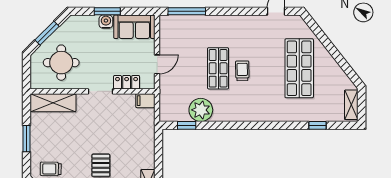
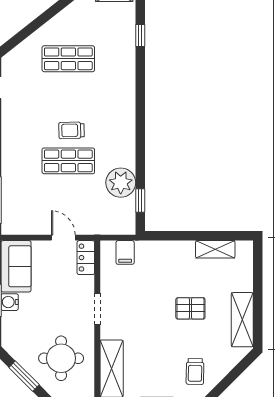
shop shelf: (299, 68) -> (68, 59), width x0.70, depth x0.74
locker: (127, 82) -> (86, 258), moved
filing cabinet: (145, 101) -> (125, 252), moved

